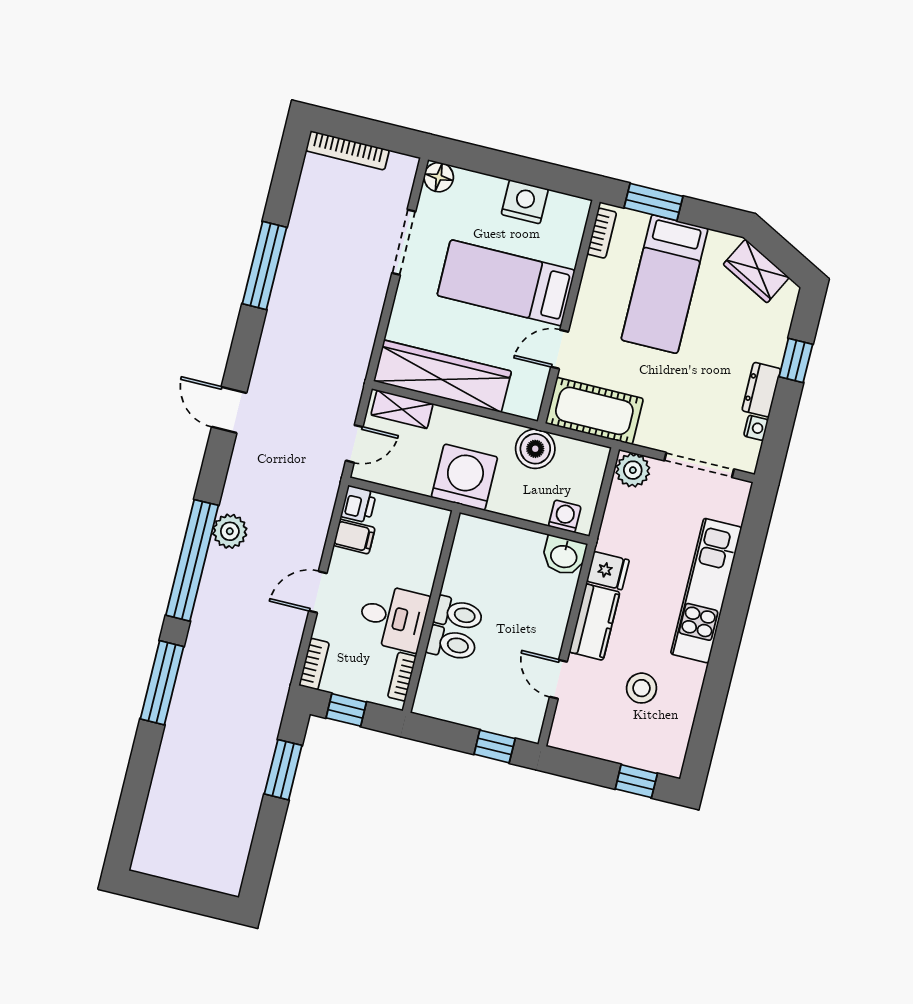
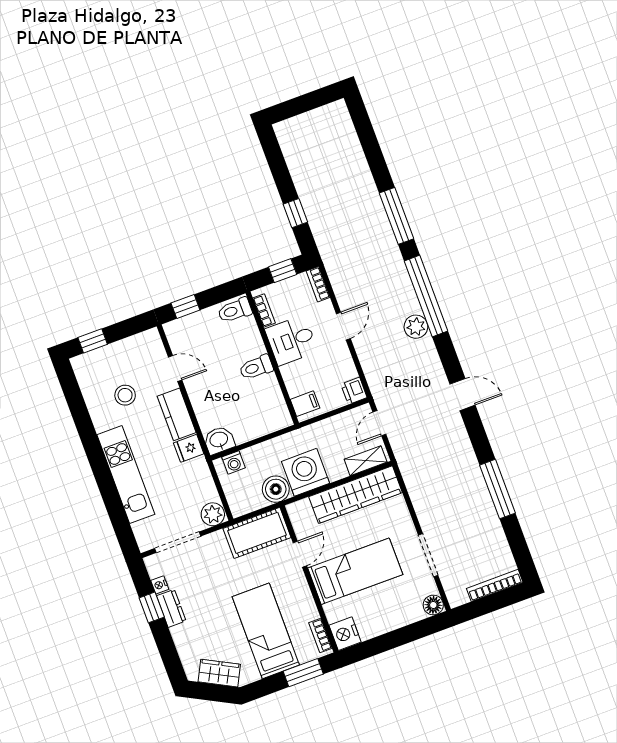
nightstand: (525, 202) -> (345, 634), moved, turned 90
window: (796, 361) -> (152, 607), moved
washing machine: (464, 477) -> (305, 472), moved, turned 180
filing cabinet: (354, 537) -> (305, 404), moved, turned 180
toilet: (451, 644) -> (235, 310), moved
window: (283, 770) -> (295, 213), width x0.67

